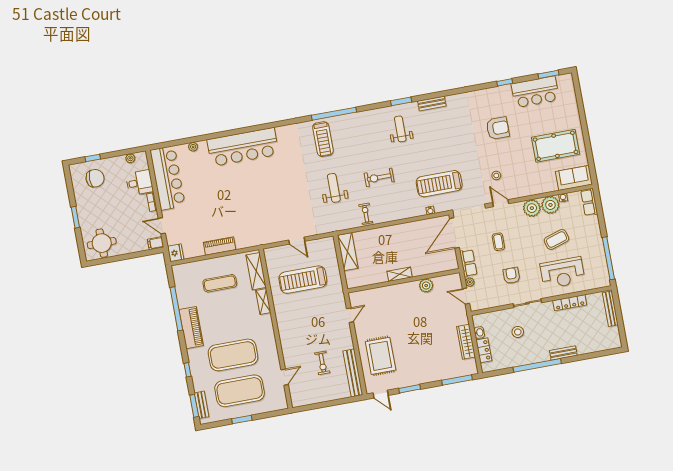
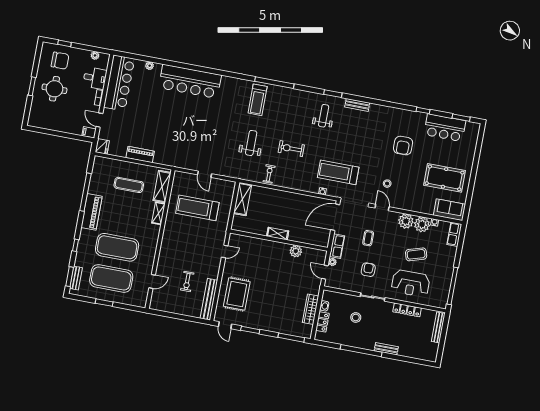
armchair: (498, 128) -> (403, 146), turned 90
round table: (102, 243) -> (54, 89), moved

